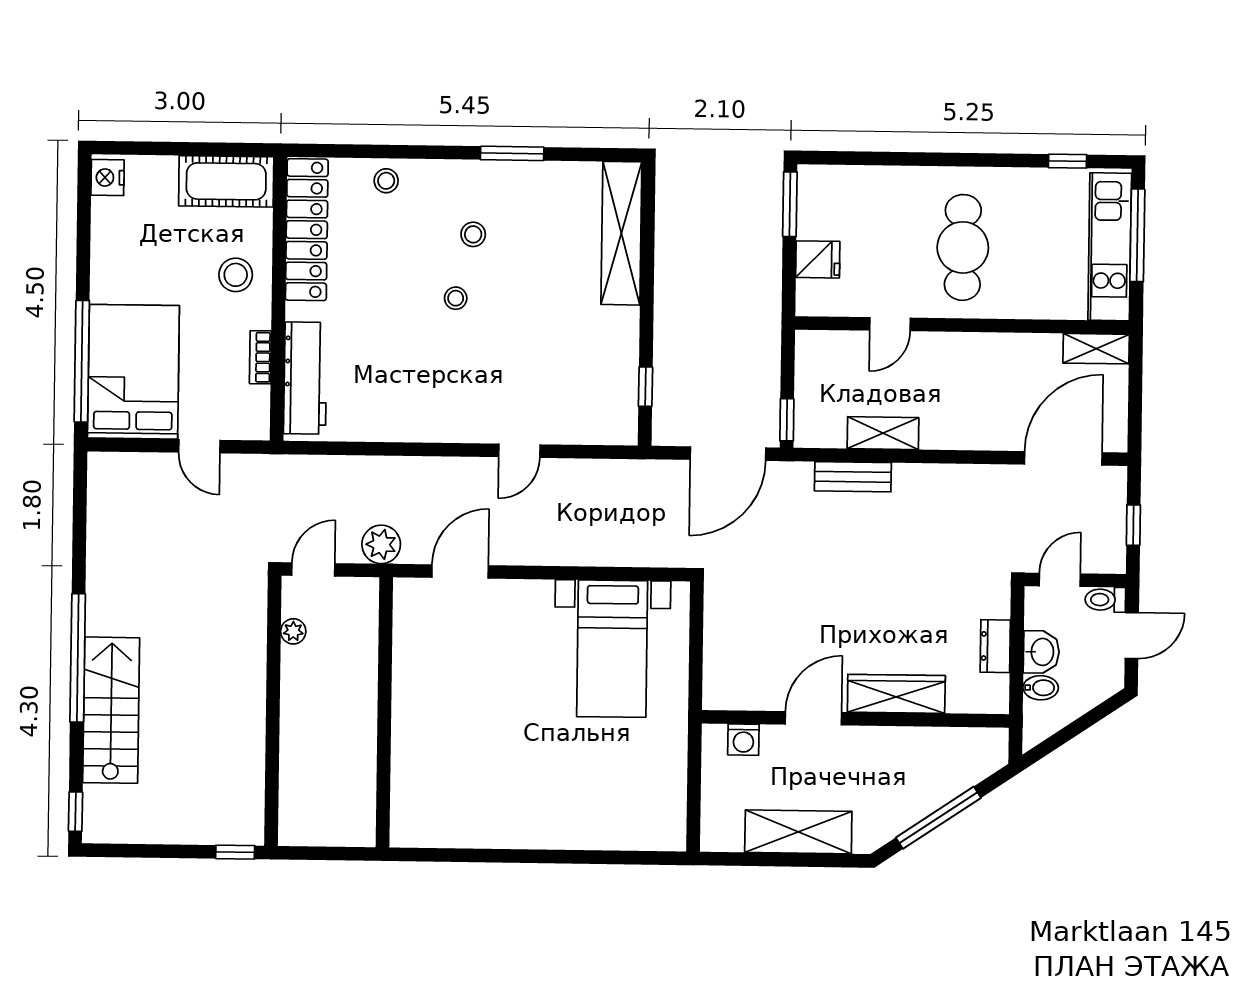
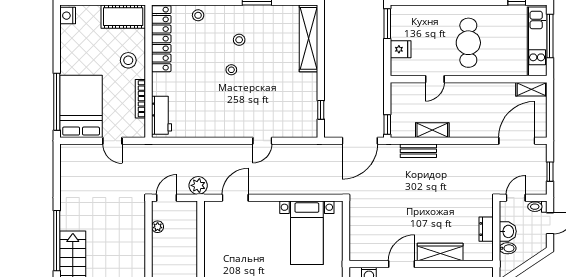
bookcase: (260, 357) -> (140, 99), width x1.56
workbench: (305, 378) -> (161, 115), width x0.73

